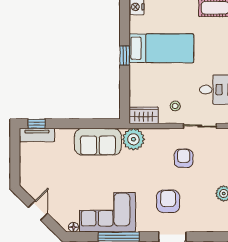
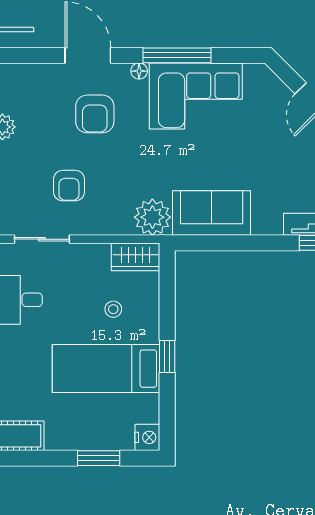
stool: (175, 106) -> (113, 309), moved
floor lamp: (73, 227) -> (139, 71), moved

